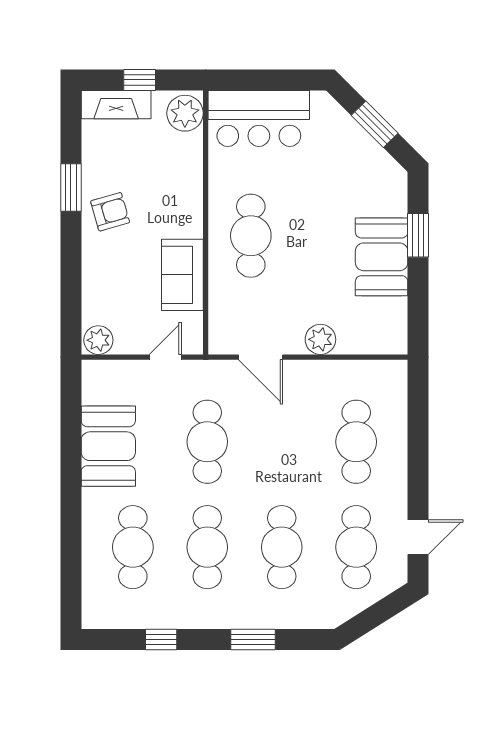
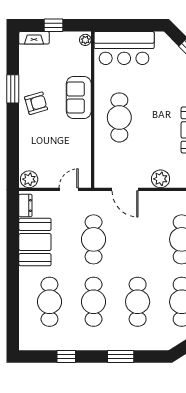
fireplace: (116, 105) -> (34, 38), width x0.73, depth x0.76
plant: (185, 113) -> (85, 40), width x0.53, depth x0.53
sofa: (182, 275) -> (79, 97), moved
dresser: (92, 384) -> (25, 206), added

